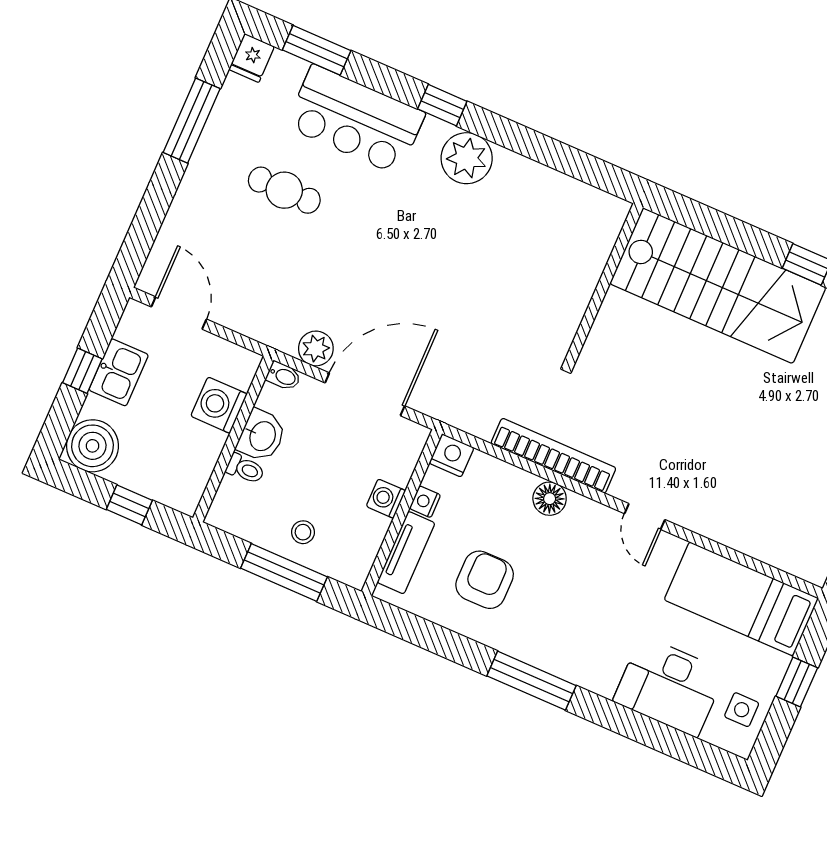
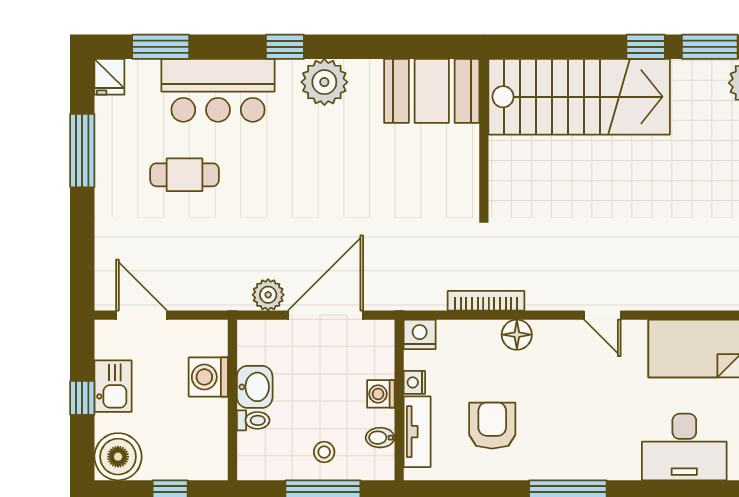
booth: (571, 215) -> (432, 91), added
bidet: (284, 376) -> (380, 438), moved, turned 180
bookcase: (553, 456) -> (486, 301), width x0.68, depth x0.76

